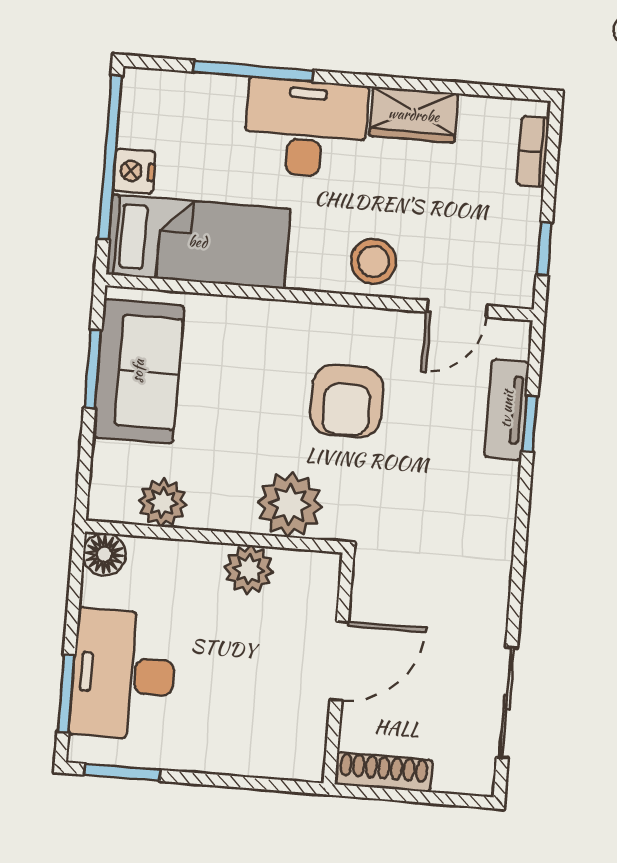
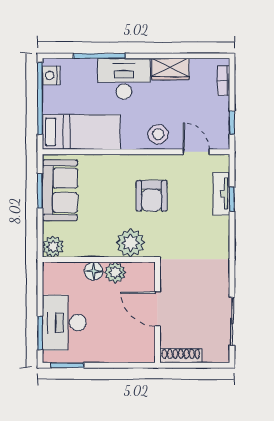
nightstand: (134, 171) -> (51, 76), moved
door: (457, 309) -> (196, 152), swing flipped
plant: (163, 503) -> (53, 247), moved
floor lamp: (104, 554) -> (94, 271), moved
door: (339, 661) -> (158, 309), swing flipped

